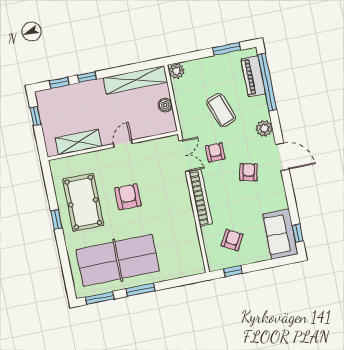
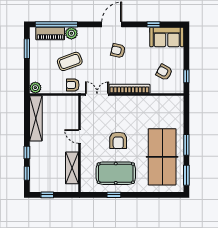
boiler: (165, 105) -> (58, 101), removed
plant: (264, 128) -> (71, 33), moved
armchair: (215, 152) -> (73, 85), moved
armchair: (128, 197) -> (118, 140), turned -90
window: (56, 219) -> (114, 195), moved
window: (298, 233) -> (154, 24), moved

